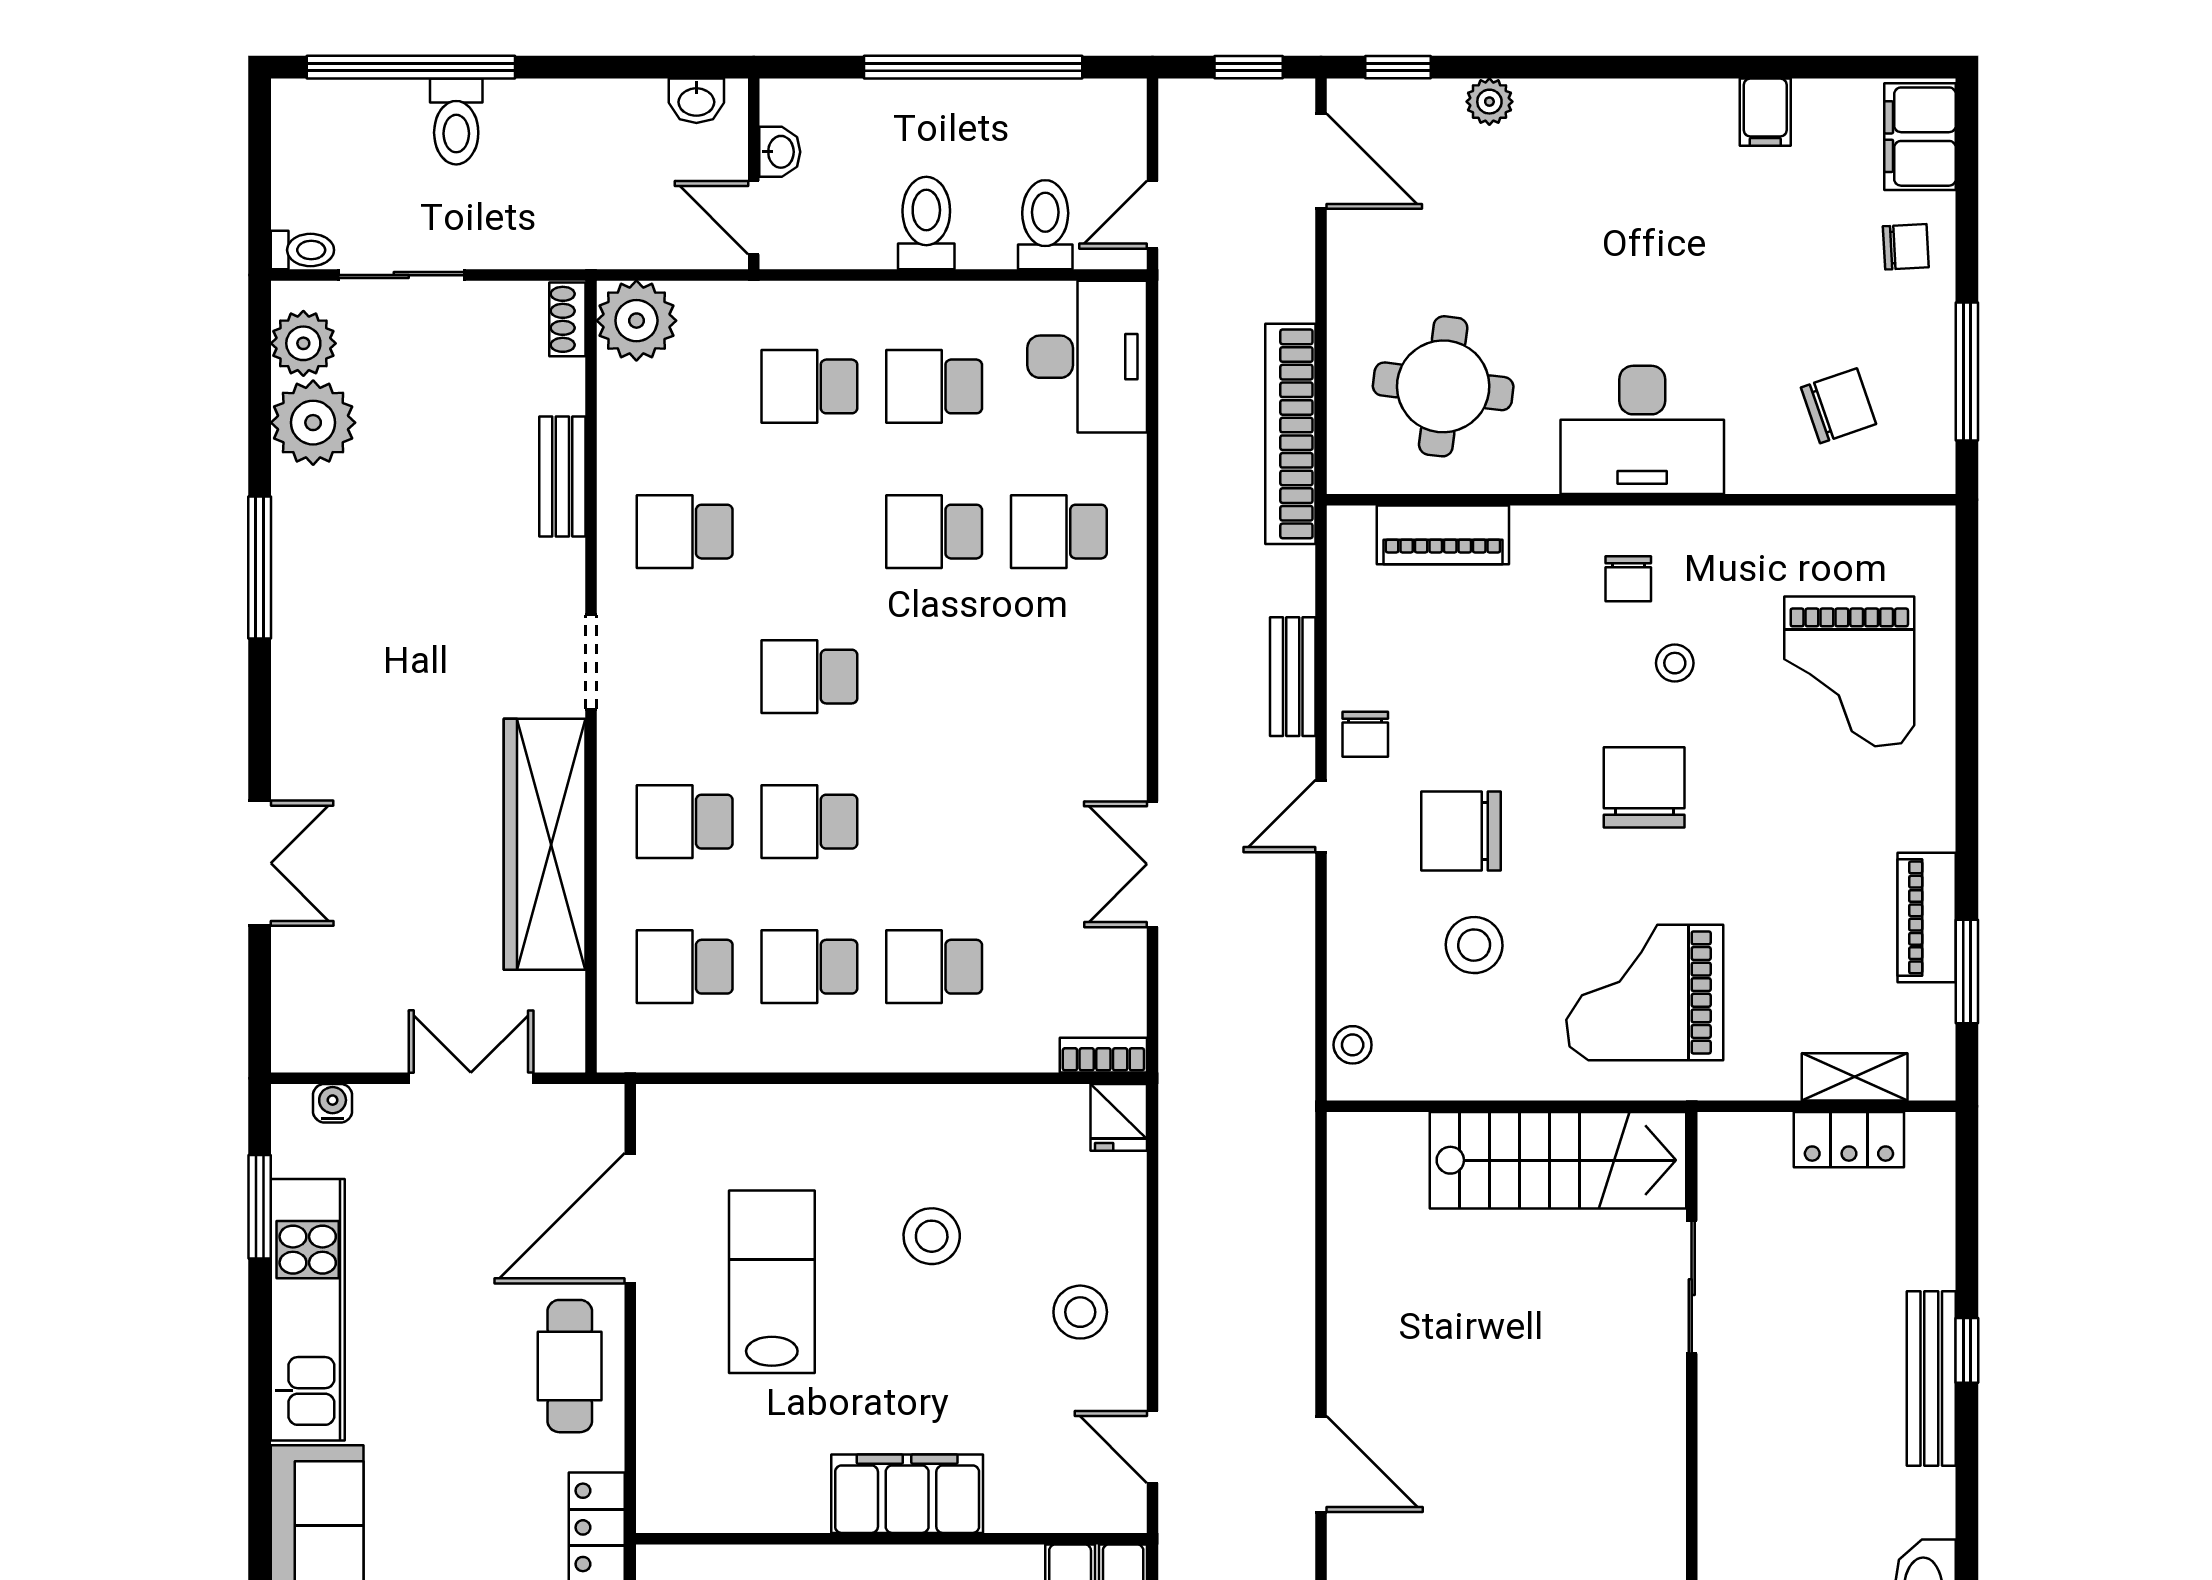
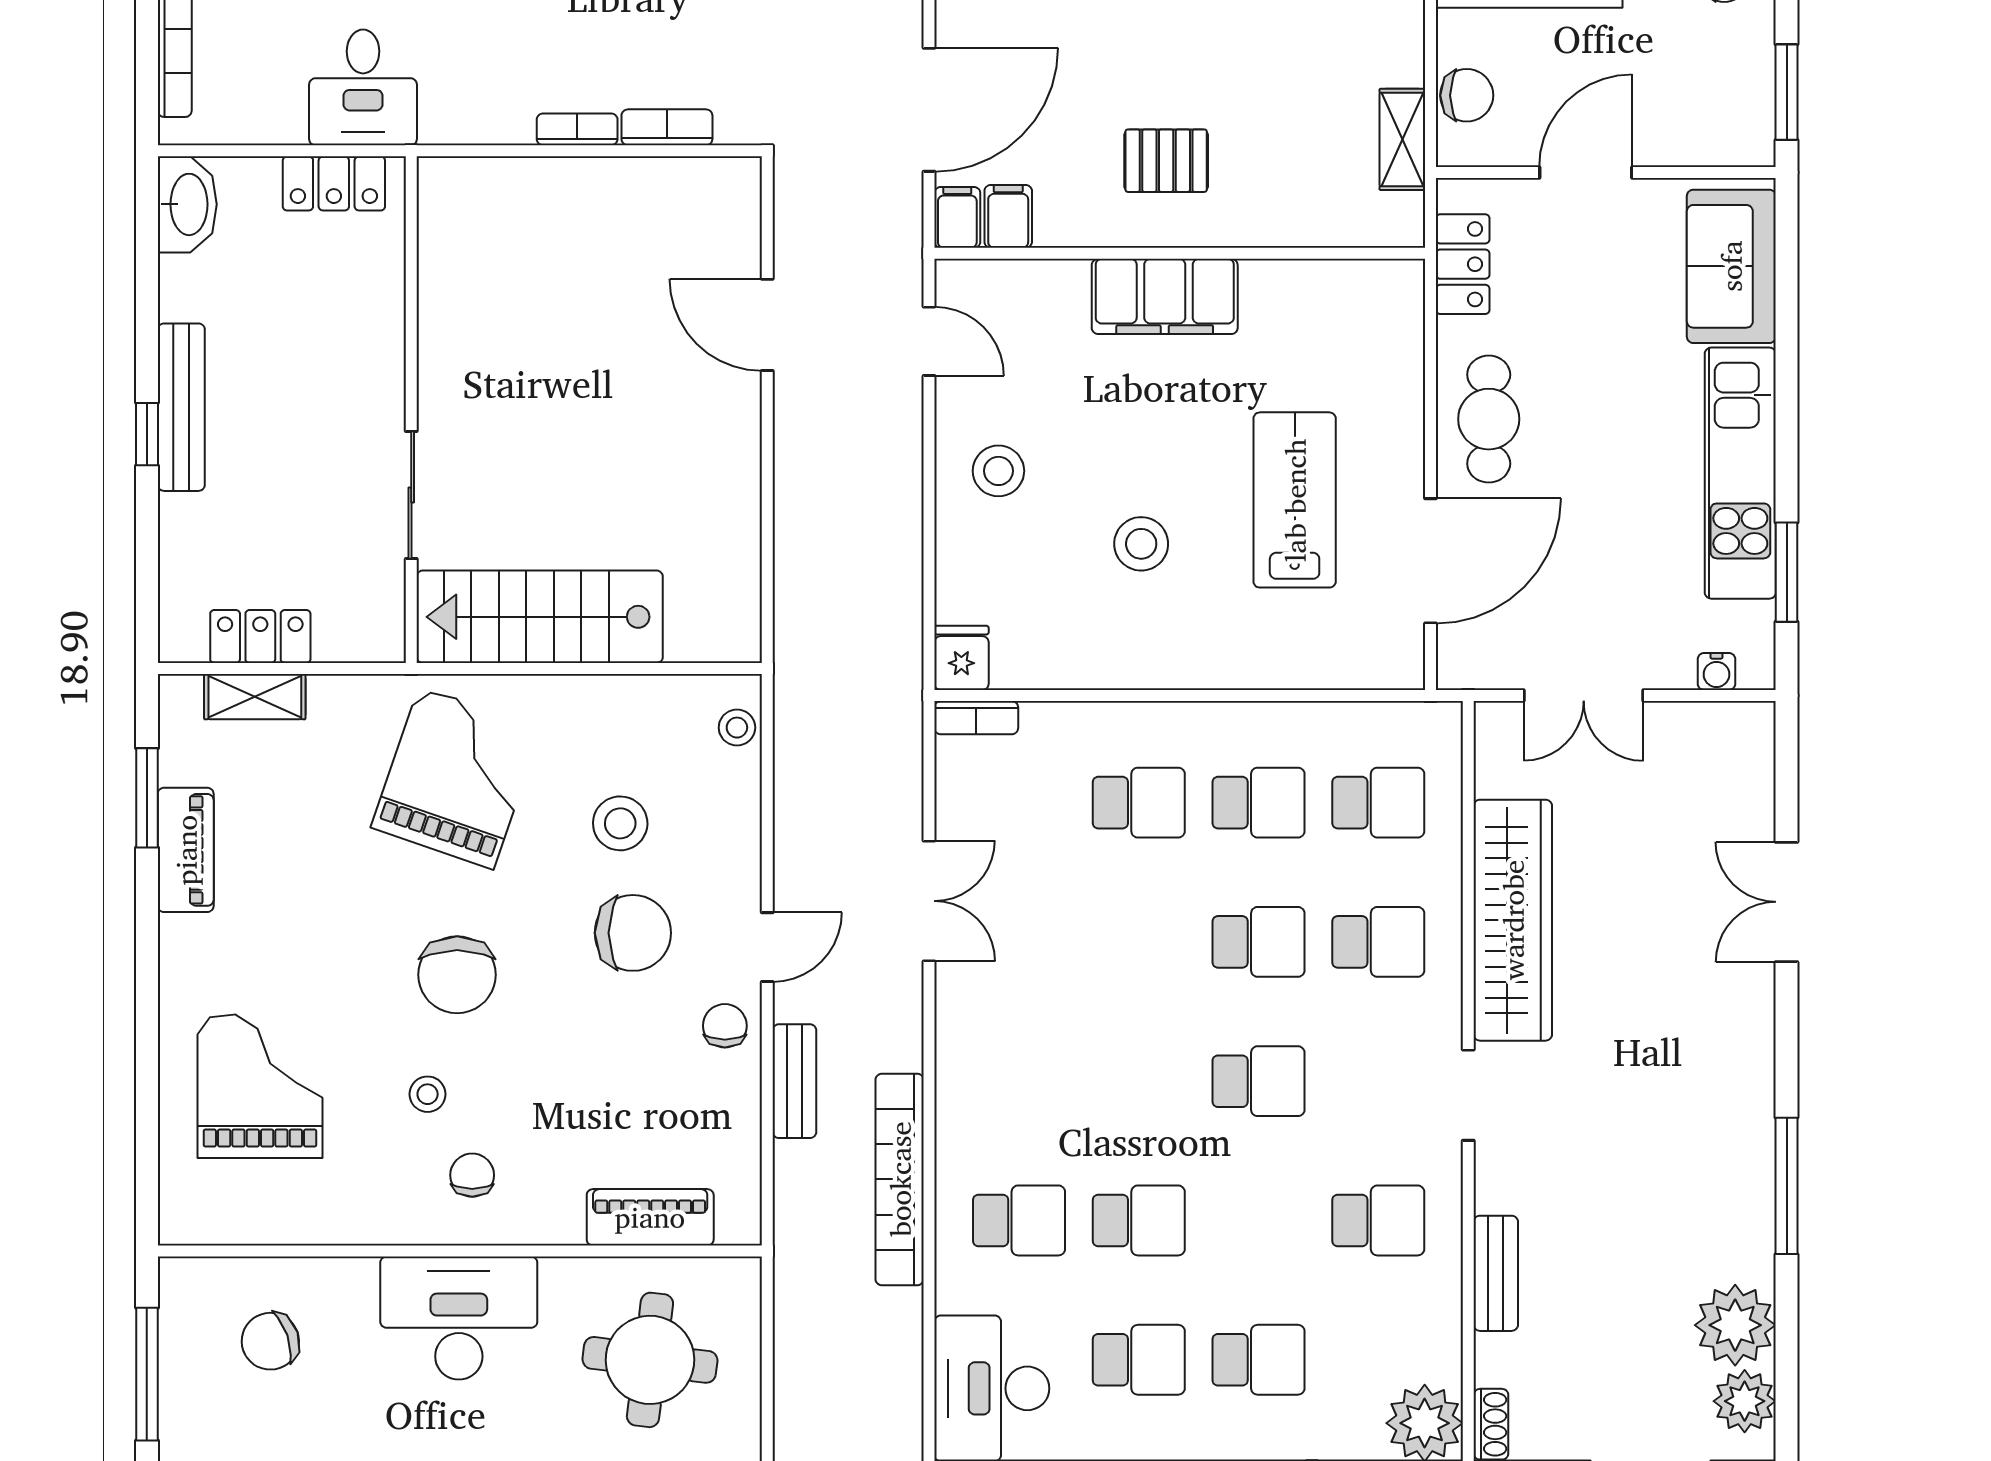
bookcase: (1290, 434) -> (900, 1179), moved, turned 180
grand piano: (1645, 992) -> (456, 778), turned -71
lab bench: (772, 1282) -> (1295, 500), turned 180

